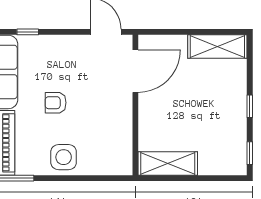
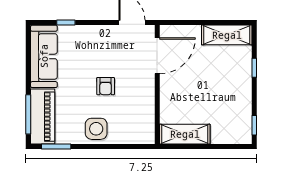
armchair: (56, 103) -> (106, 86), moved, turned -90
window: (250, 106) -> (254, 68), moved

